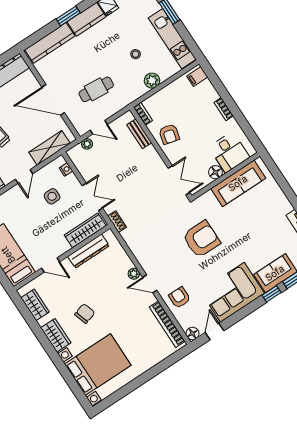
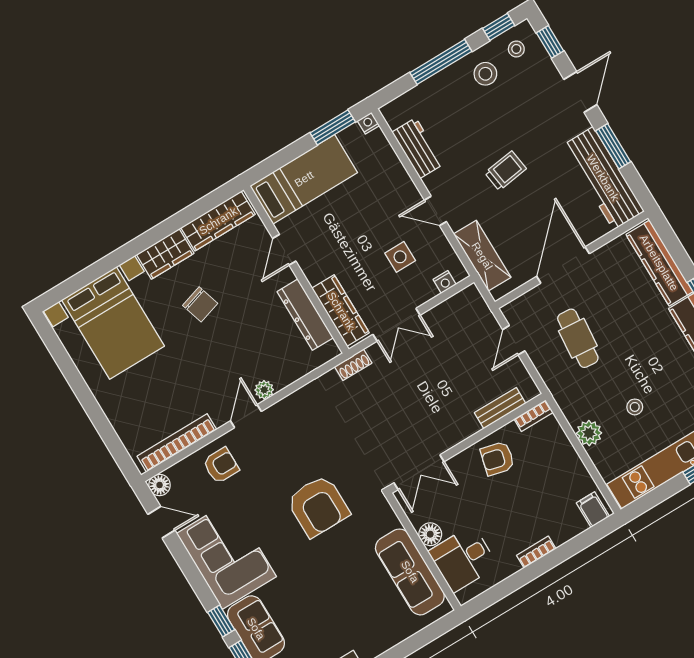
plant: (87, 144) -> (486, 319), removed
wardrobe: (35, 305) -> (218, 221), width x1.50

